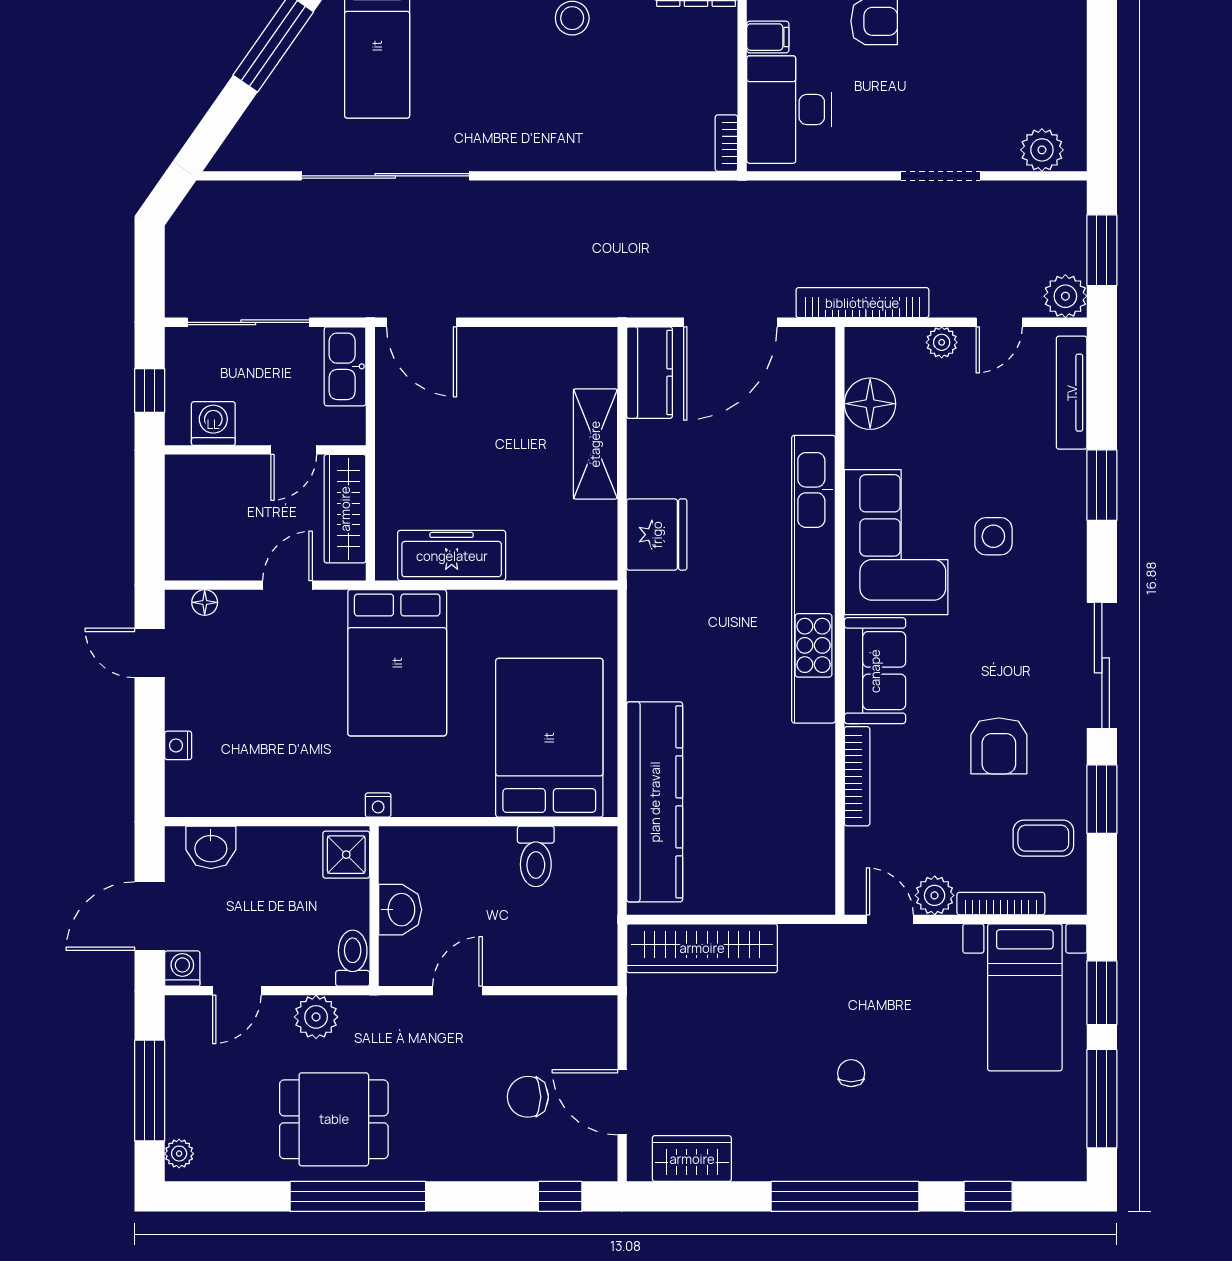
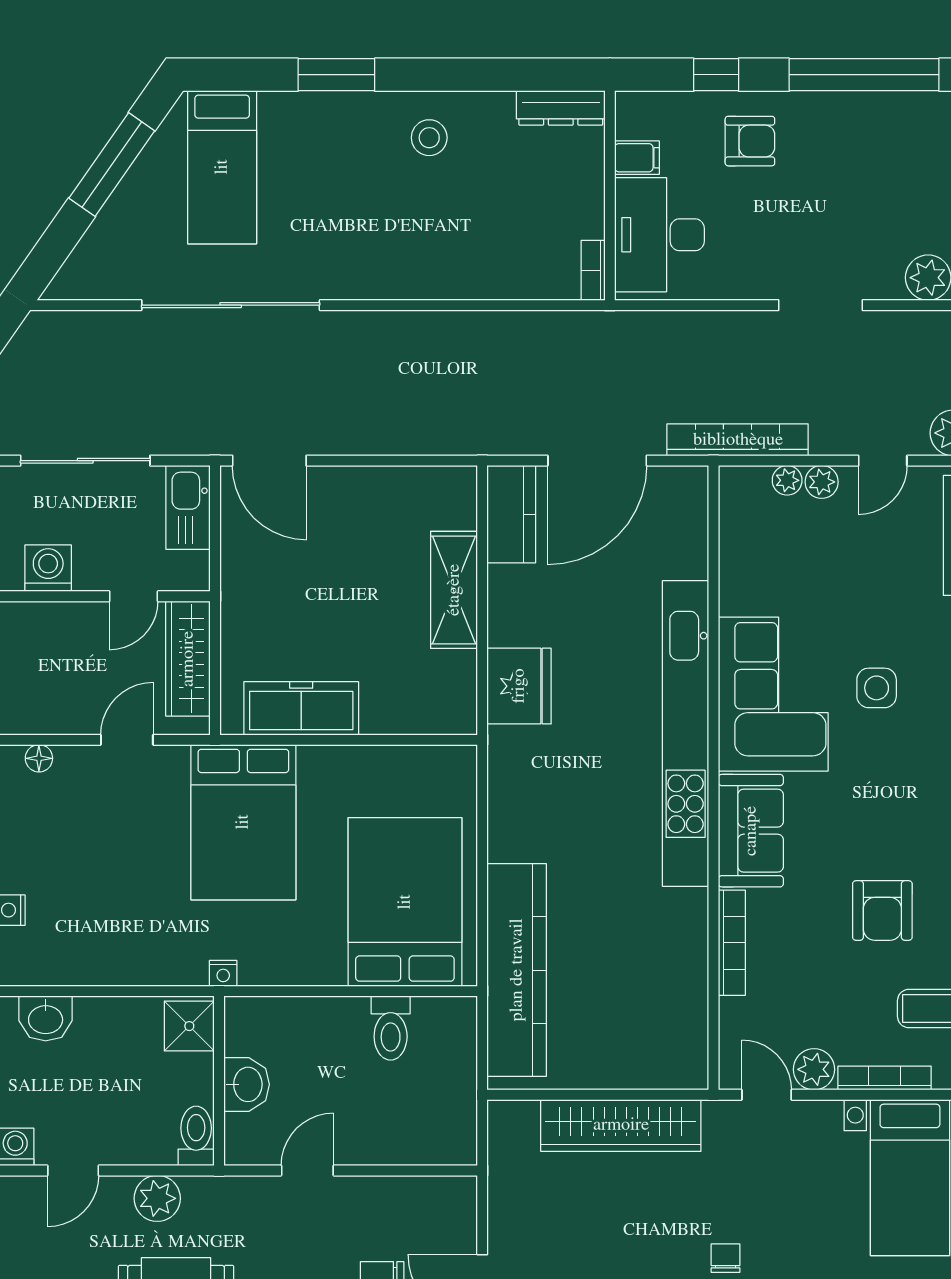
plant: (909, 341) -> (787, 480), added
floor lamp: (870, 404) -> (746, 547), removed
wardrobe: (702, 948) -> (621, 1125), moved

